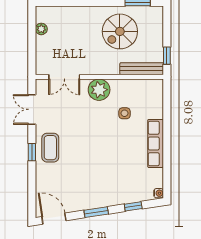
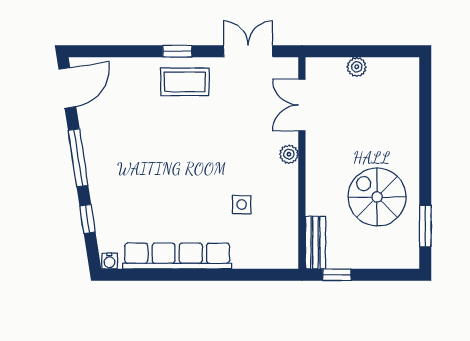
plant: (41, 29) -> (357, 67), moved
bench: (142, 69) -> (315, 243), width x0.73
plant: (99, 90) -> (289, 154), width x0.53, depth x0.53
row of seats: (156, 143) -> (177, 256), width x1.36
window: (96, 212) -> (78, 158), width x1.44

